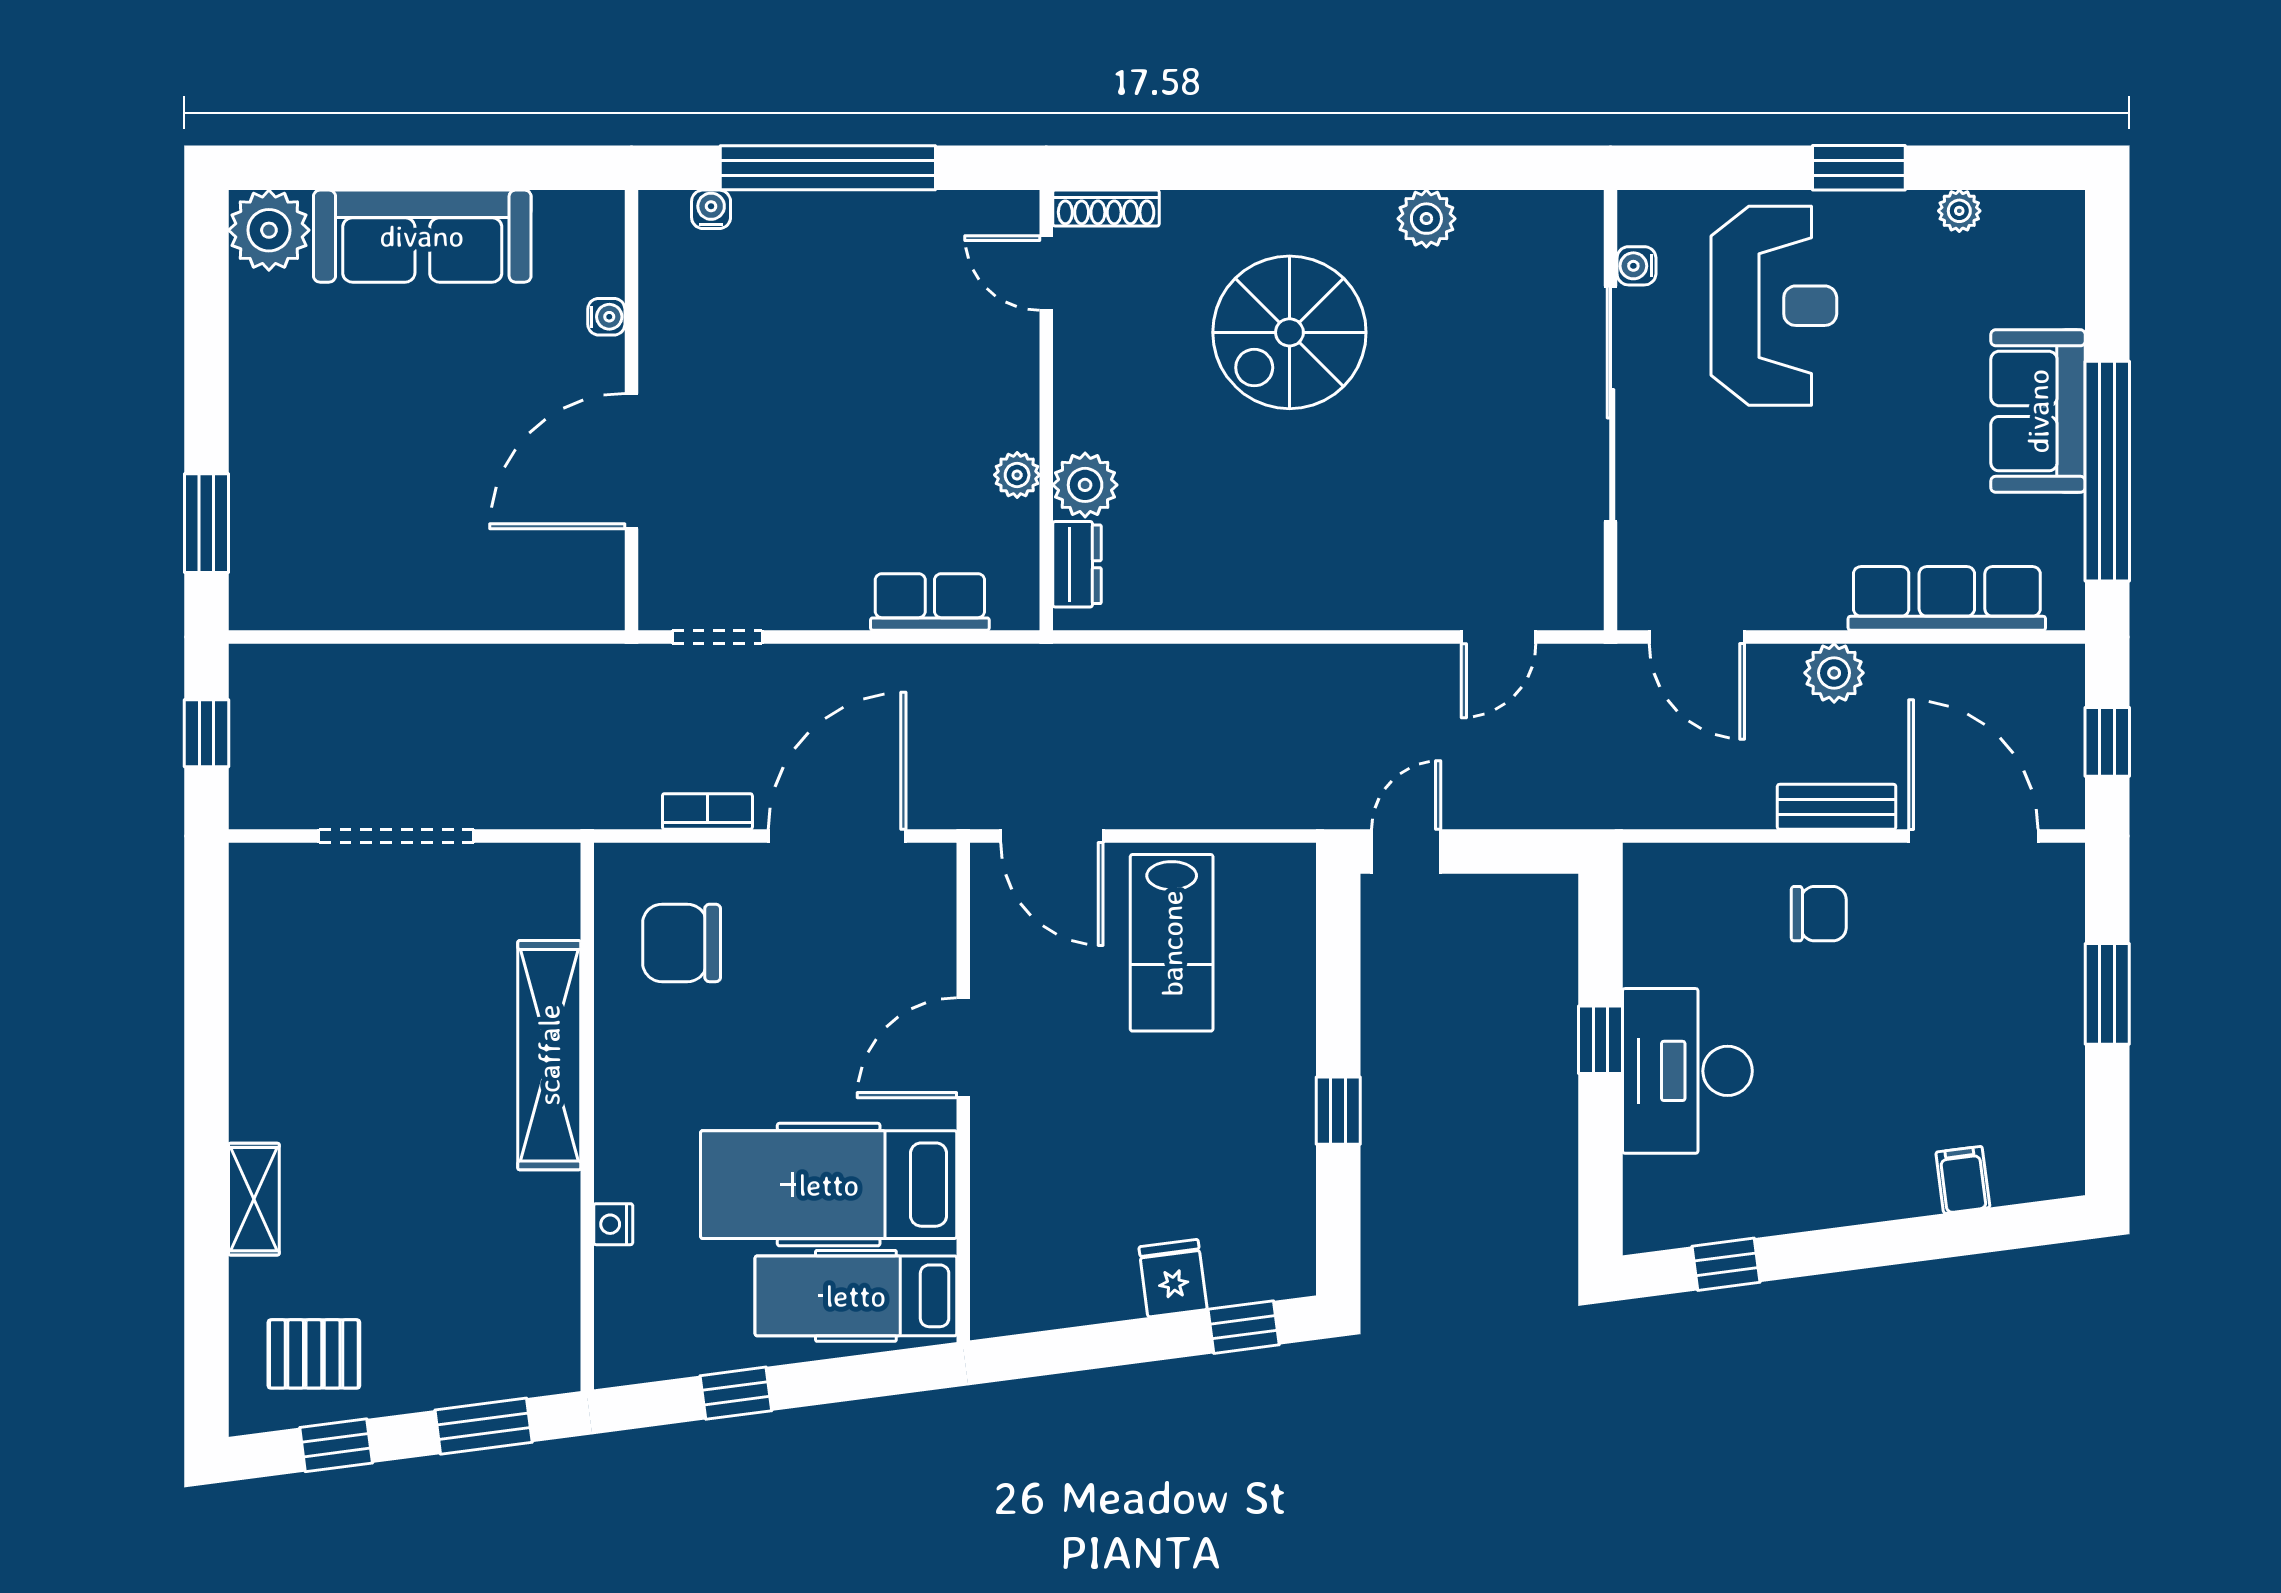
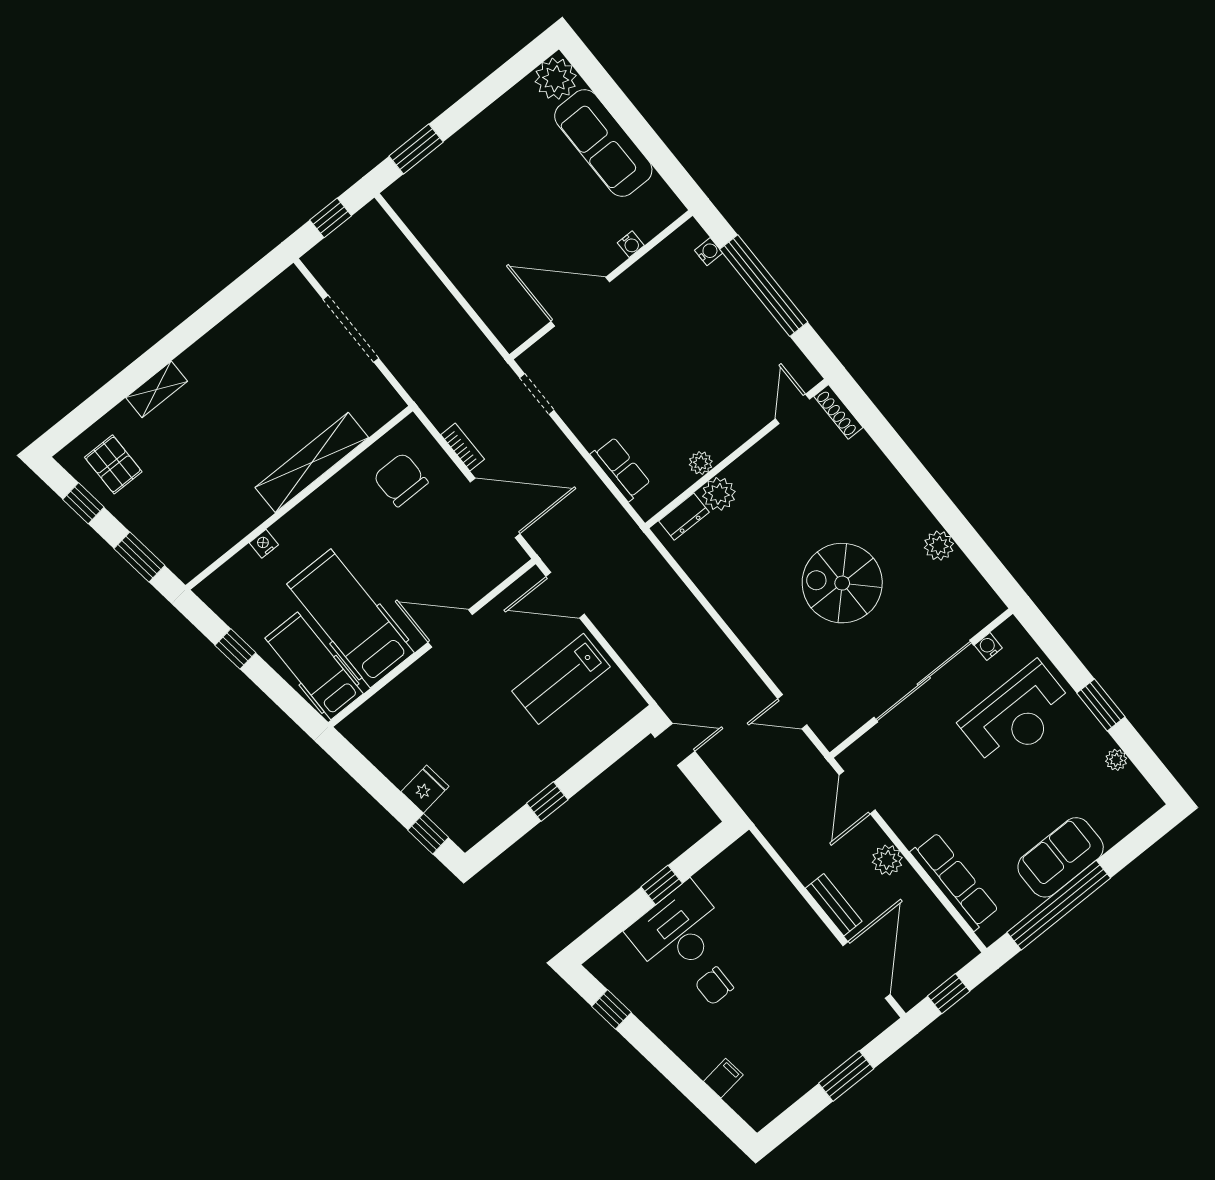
spiral stairs: (1289, 332) -> (842, 583), moved
door: (1052, 836) -> (565, 595), hinge flipped
chair: (1819, 914) -> (714, 986), moved, turned 90

